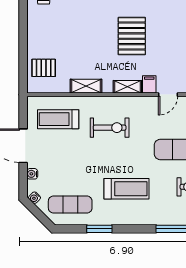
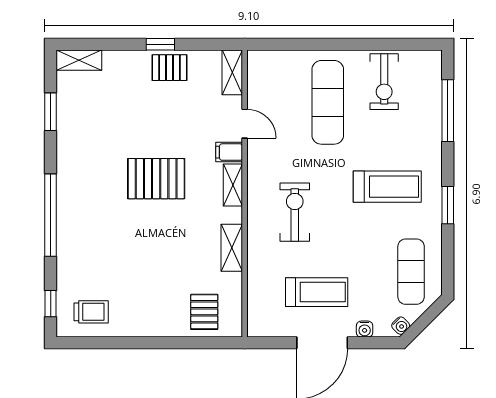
treadmill: (58, 119) -> (317, 292), moved, turned -90
treadmill: (126, 189) -> (387, 187), turned 90
window: (99, 229) -> (448, 205), moved

